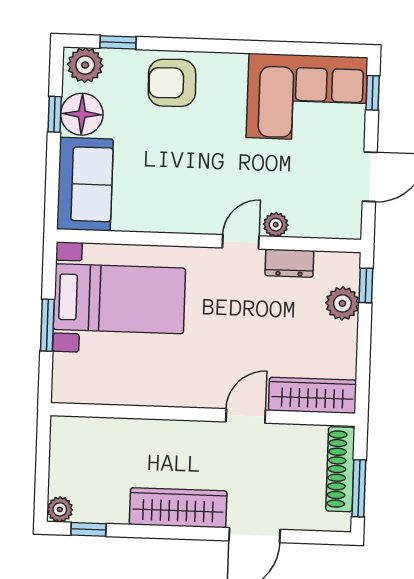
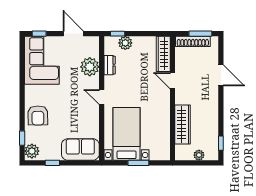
floor lamp: (82, 114) -> (52, 152), removed
plant: (276, 225) -> (90, 67), width x1.88, depth x1.88
door: (241, 242) -> (102, 97), moved
wardrobe: (178, 508) -> (183, 125), moved, turned 180
plant: (60, 509) -> (199, 155), moved

